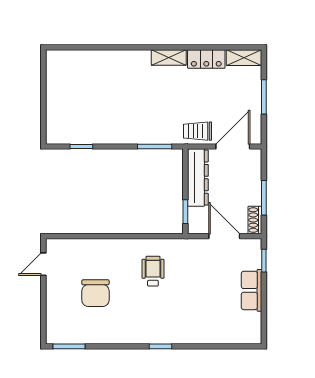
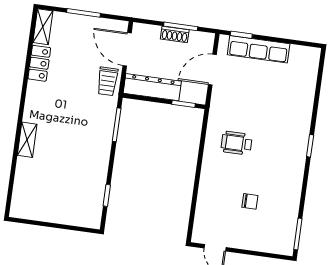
shelving: (169, 58) -> (27, 140), moved
shoe rack: (255, 220) -> (175, 34), moved
row of seats: (252, 290) -> (259, 49), width x1.48
chair: (95, 293) -> (250, 201), width x0.54, depth x0.54

